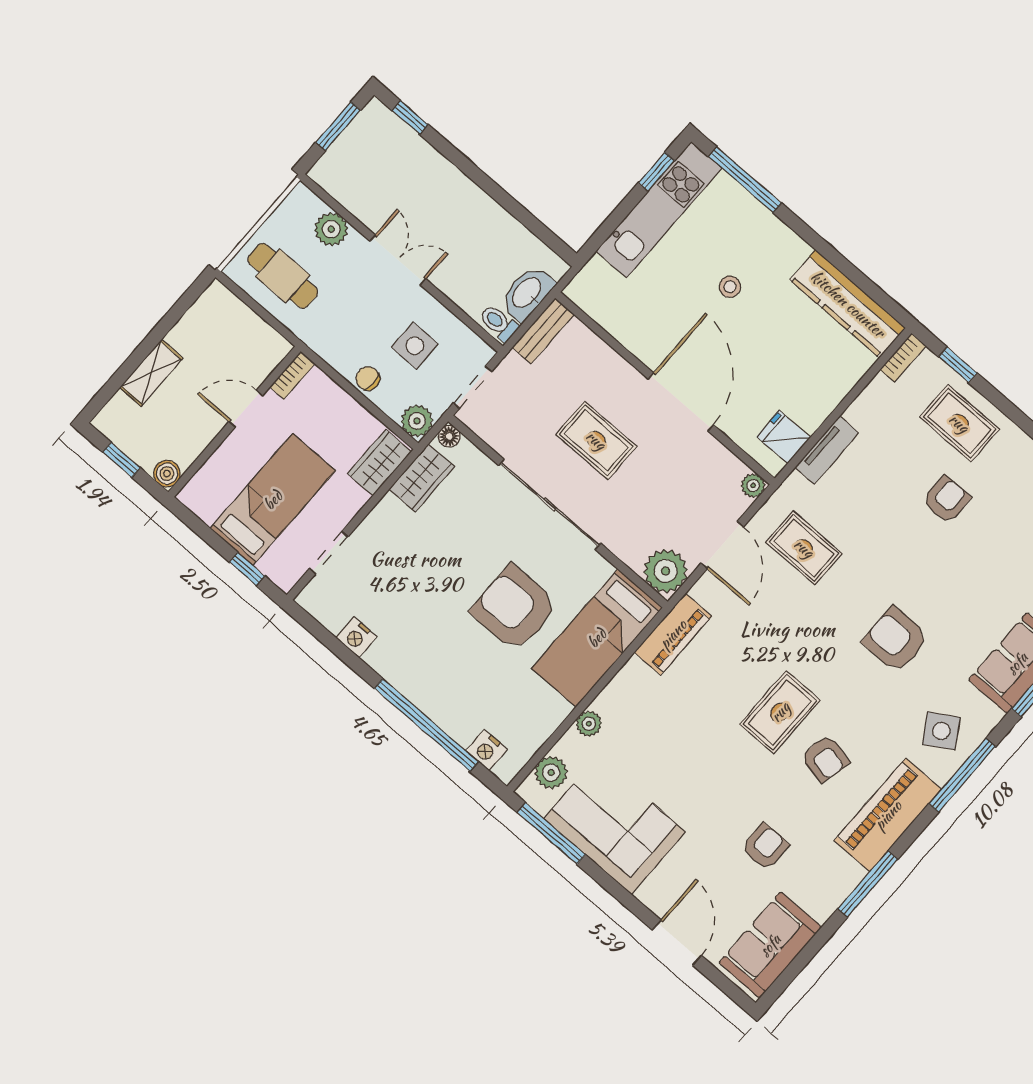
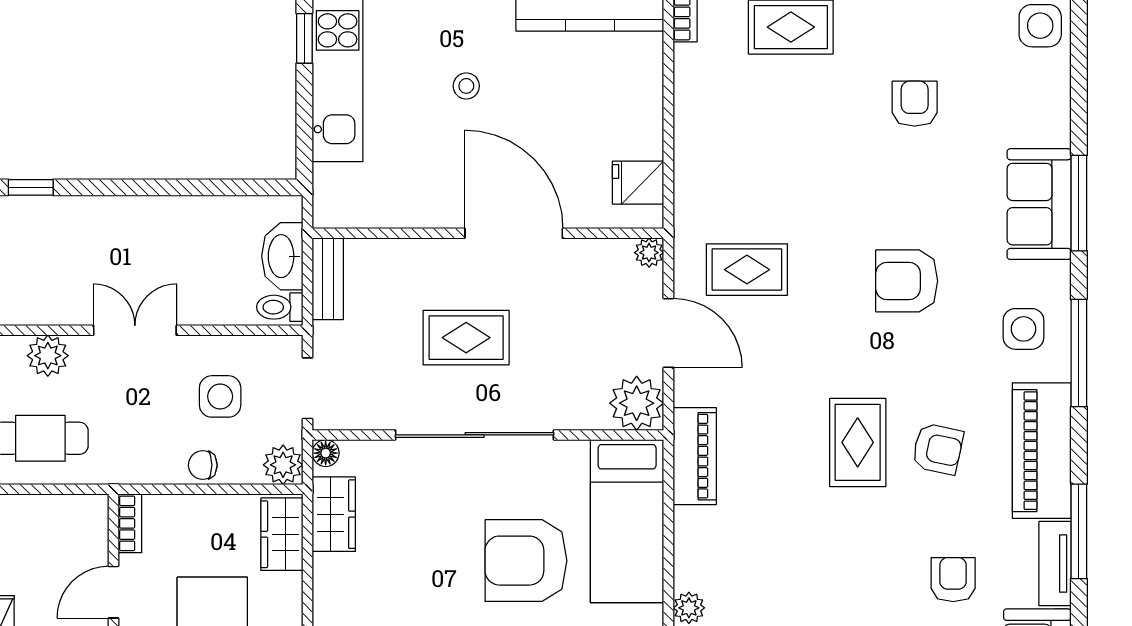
tv unit: (827, 450) -> (1055, 564), moved, turned 180
armchair: (947, 499) -> (915, 104), moved
side table: (941, 731) -> (1024, 329), turned 31

